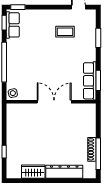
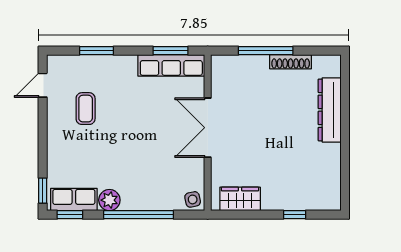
plant: (13, 45) -> (109, 200), added
window: (98, 154) -> (266, 51), moved
wardrobe: (33, 172) -> (240, 199), moved, turned 90

